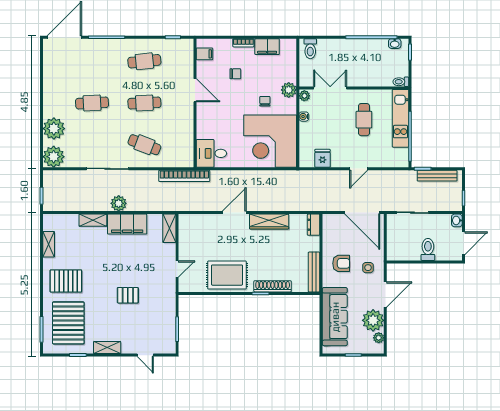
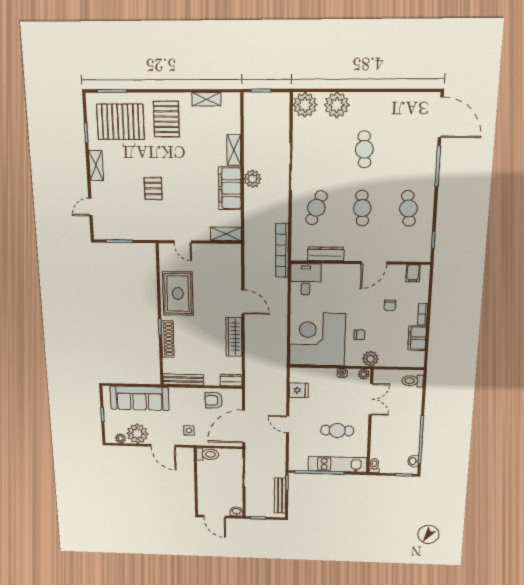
dresser: (187, 135) -> (326, 254), added
toilet: (428, 249) -> (207, 454), moved
armchair: (341, 263) -> (214, 400), moved, turned 87

